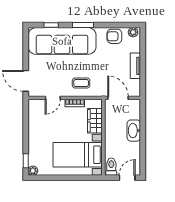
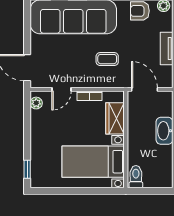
coffee table: (81, 83) -> (107, 59), moved
plant: (33, 171) -> (36, 103), moved
door: (127, 178) -> (156, 191), removed

